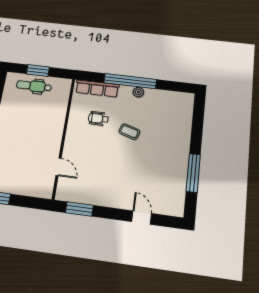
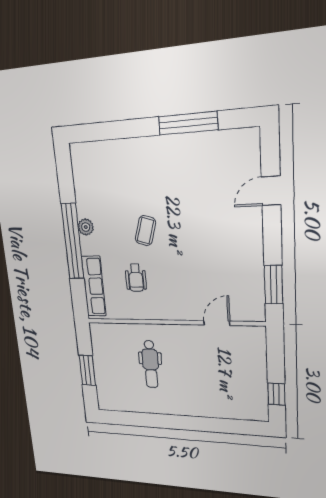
dental chair: (34, 86) -> (151, 364), moved

